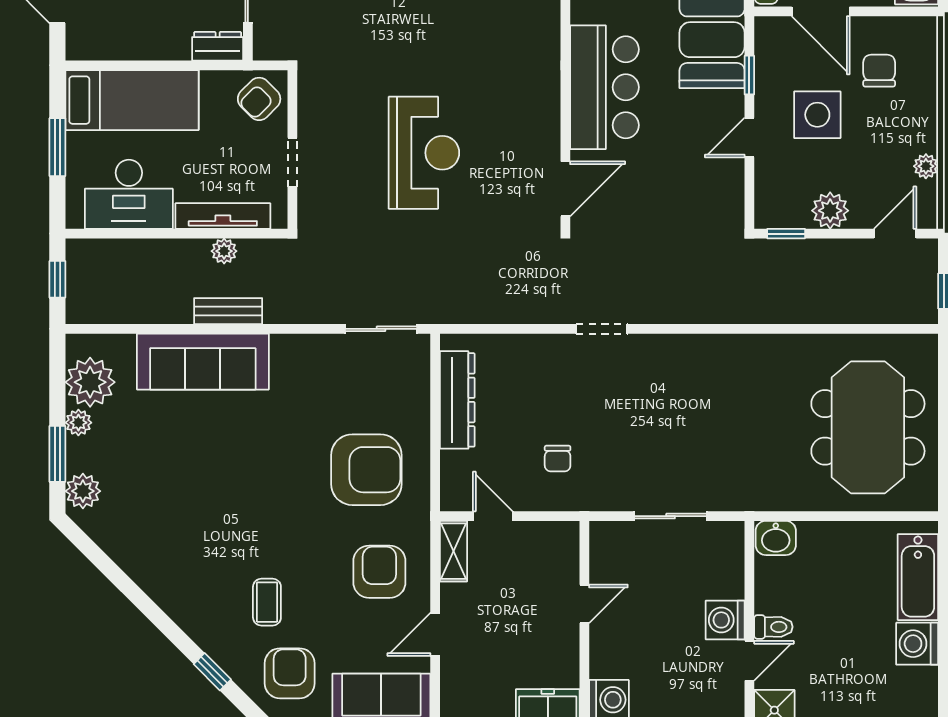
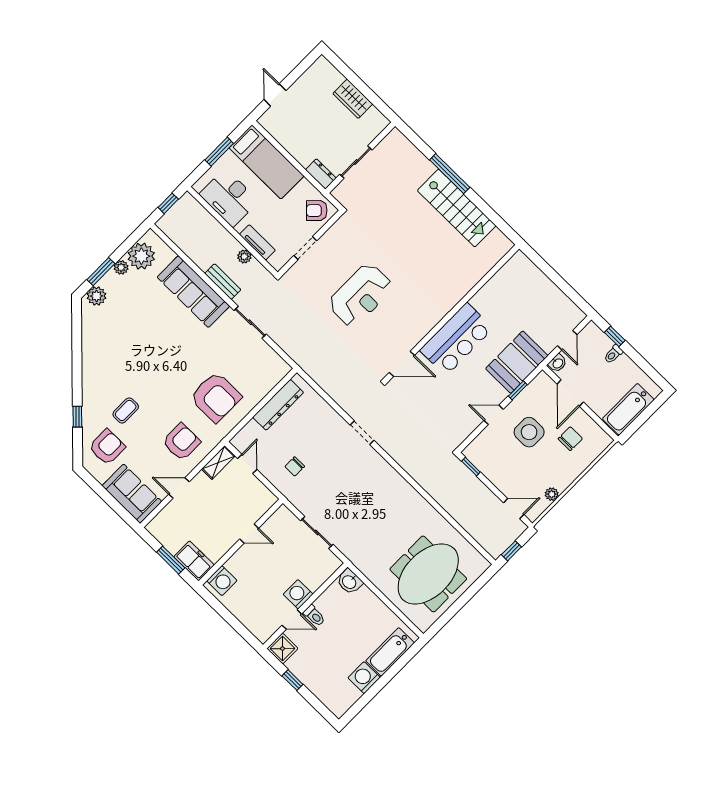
plant: (830, 211) -> (497, 475), removed
tv unit: (223, 216) -> (257, 242), width x0.71
sliding door: (381, 329) -> (250, 322), moved

